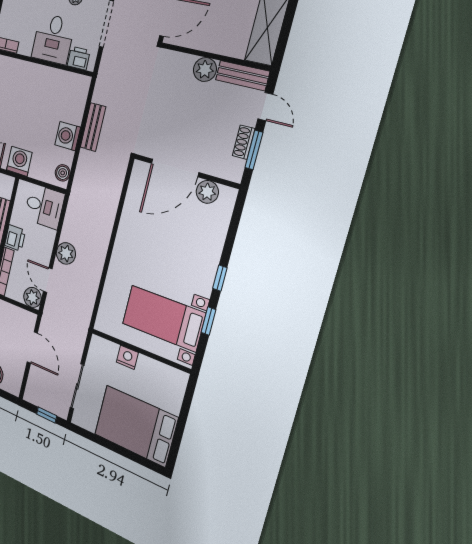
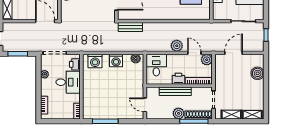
bench: (93, 127) -> (130, 27), moved
washing machine: (19, 161) -> (95, 61), moved, turned -90
door: (48, 280) -> (194, 53), swing flipped

